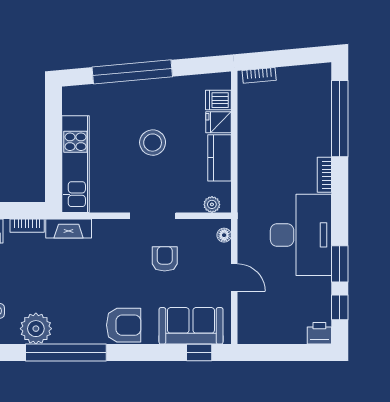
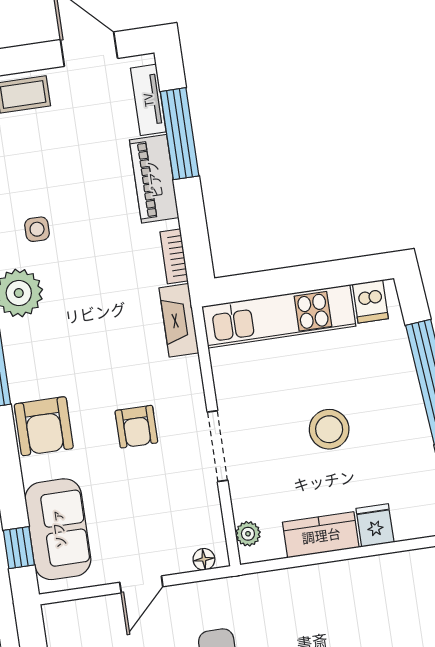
dishwasher: (218, 100) -> (370, 301), moved, turned 180
armchair: (165, 259) -> (136, 427), moved, turned 90

